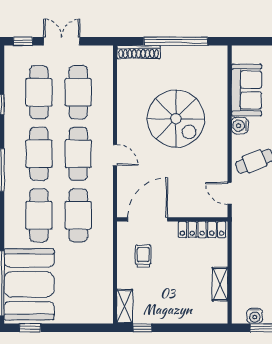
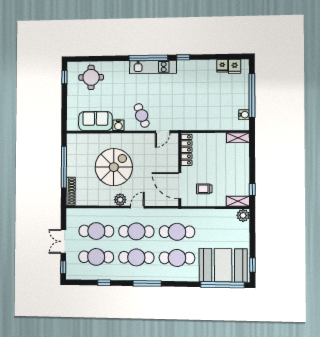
plant: (126, 129) -> (120, 200), added
shelving: (220, 284) -> (238, 138), moved
plant: (104, 314) -> (243, 215), added

